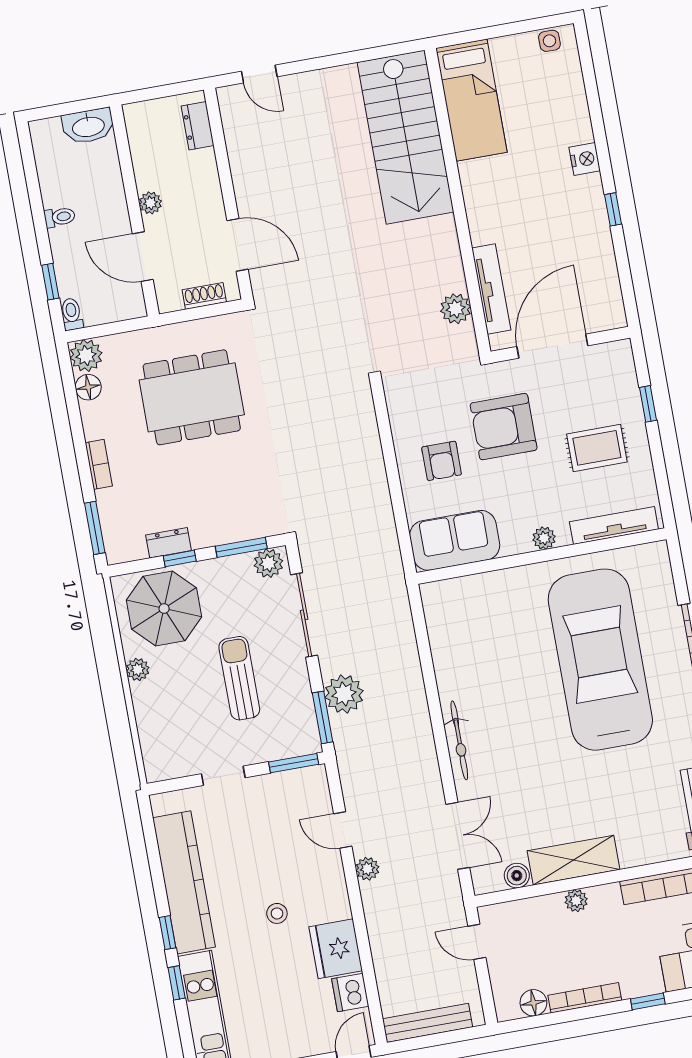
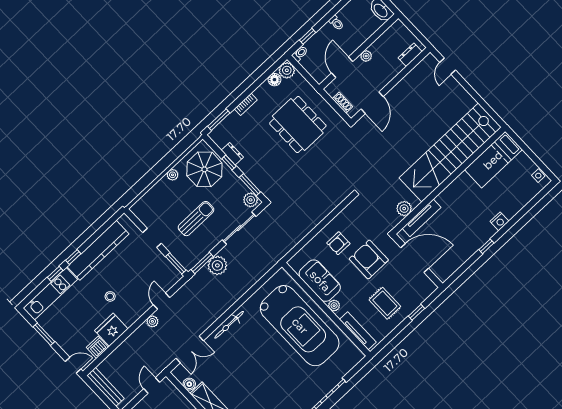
stairs: (406, 137) -> (450, 153), width x1.36
sofa: (455, 540) -> (320, 281), moved
car: (600, 660) -> (300, 326), moved, turned 90

